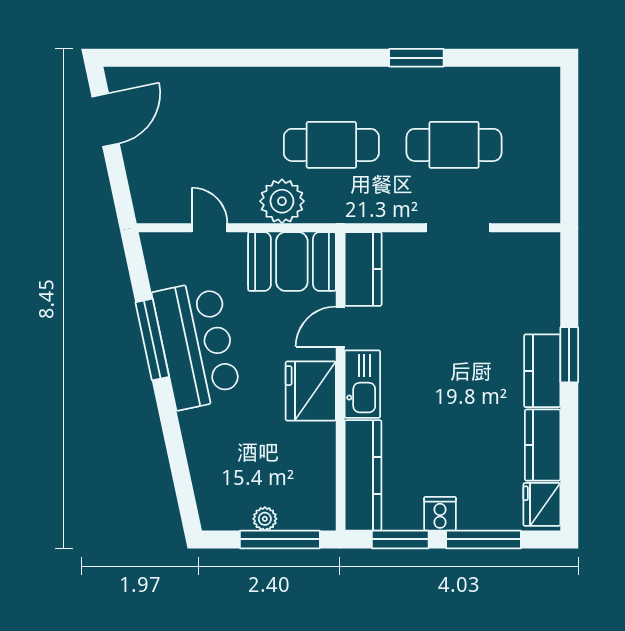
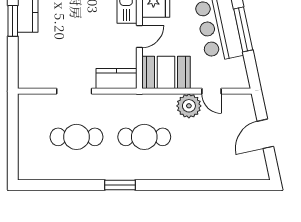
window: (416, 58) -> (120, 185), moved
door: (106, 120) -> (265, 134), moved
plant: (282, 201) -> (189, 106), moved
kitchen counter: (363, 269) -> (117, 79), moved, turned 90

